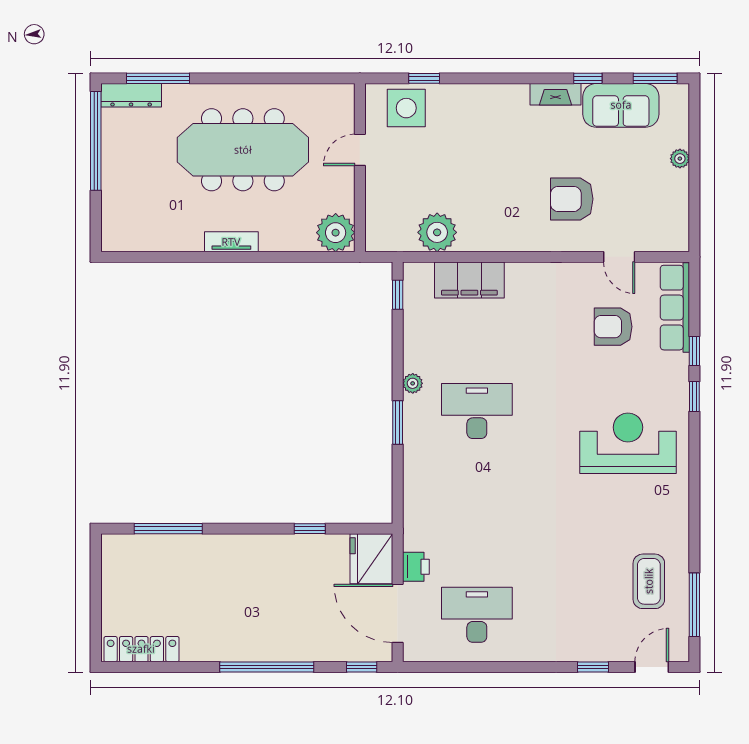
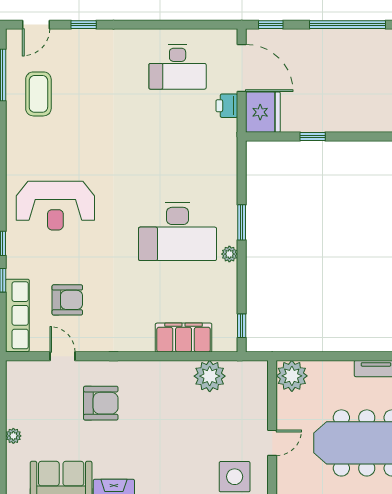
desk: (477, 411) -> (178, 232), width x1.36, depth x1.30

